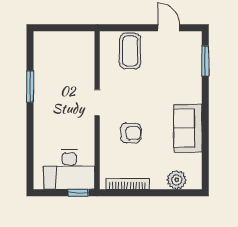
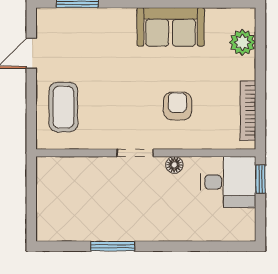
coffee table: (130, 51) -> (63, 107), turned 90
floor lamp: (88, 131) -> (174, 165), added
desk: (69, 170) -> (228, 182), width x0.73

